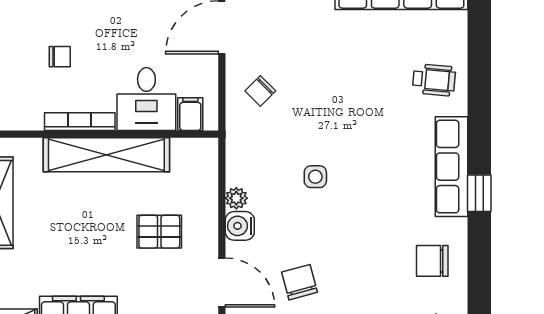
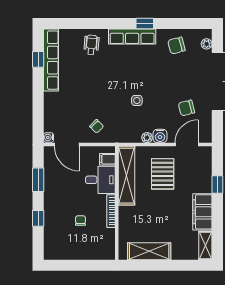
shelving: (106, 155) -> (127, 176), moved
pallet: (159, 232) -> (163, 174), width x1.50, depth x1.42
chair: (432, 261) -> (176, 46), turned 75

